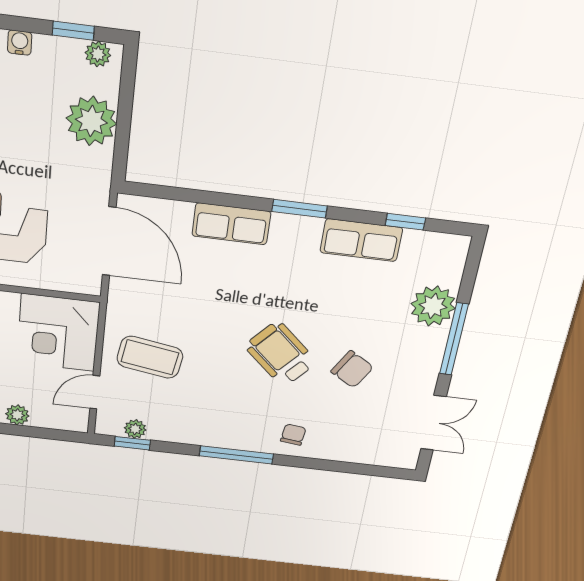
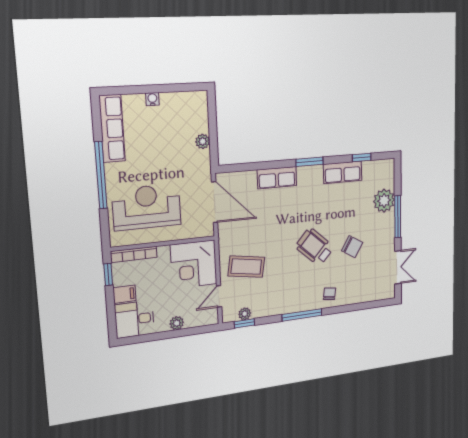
window: (73, 31) -> (180, 88), removed
plant: (98, 54) -> (194, 98), removed
plant: (91, 121) -> (203, 141), width x0.53, depth x0.53

